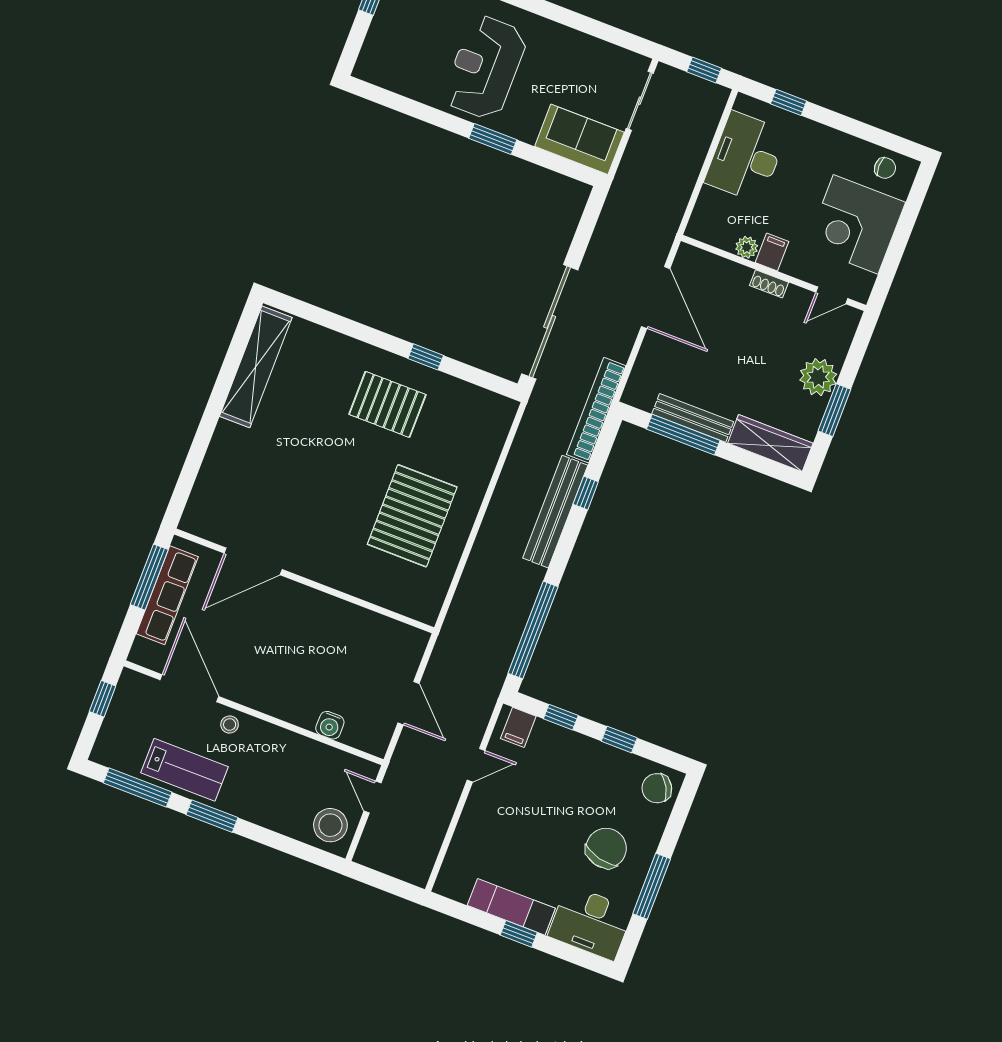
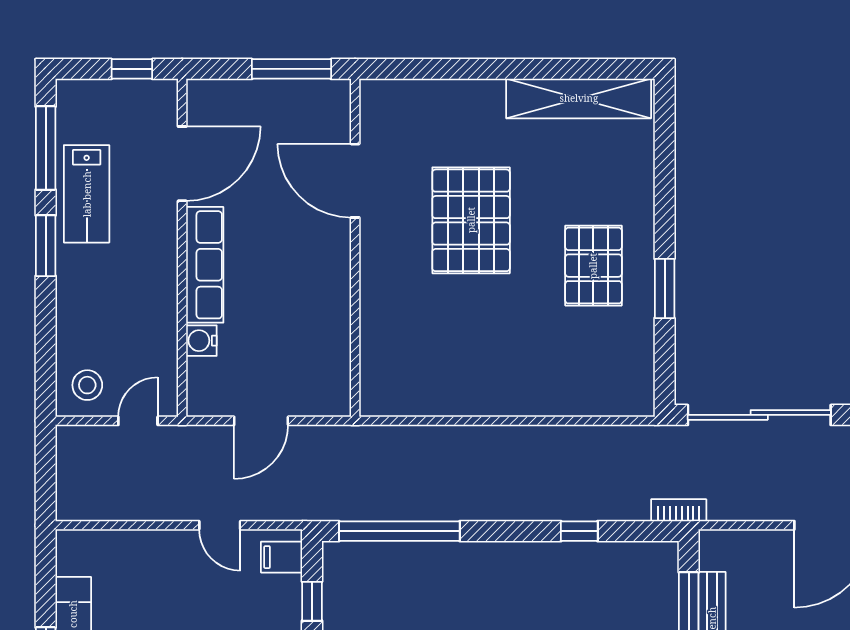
window: (426, 357) -> (665, 288), width x1.50
bookcase: (596, 410) -> (679, 510), width x0.43, depth x0.76
bench: (555, 512) -> (545, 505), removed
pallet: (412, 516) -> (471, 220), moved, turned 90
row of seats: (167, 595) -> (205, 265), moved, turned -90
stool: (230, 724) -> (158, 226), removed
stool: (330, 825) -> (87, 385), width x0.73, depth x0.73

